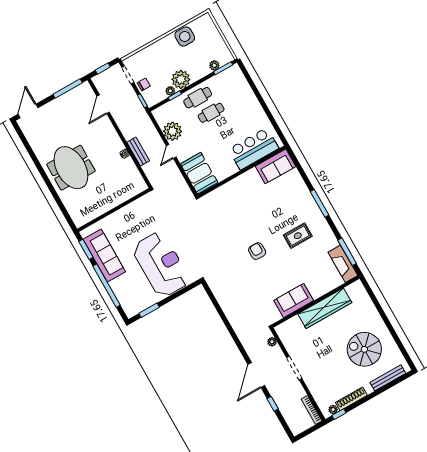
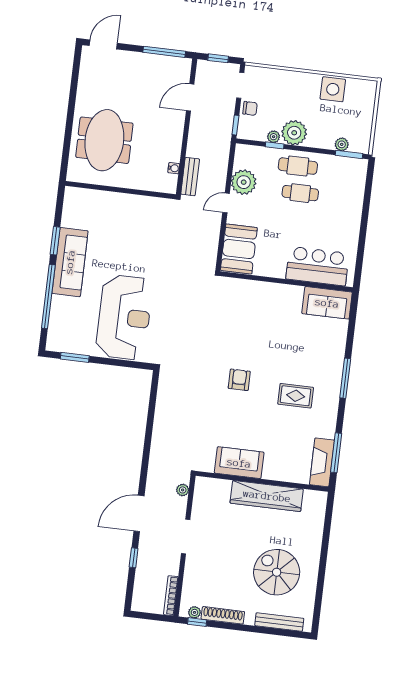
wall: (114, 210) -> (120, 190), moved

